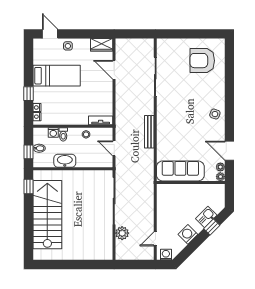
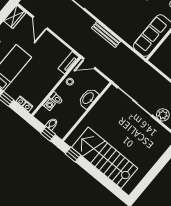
door: (114, 70) -> (40, 23), hinge flipped
door: (114, 148) -> (89, 63), moved
washbasin: (65, 161) -> (88, 98), moved

